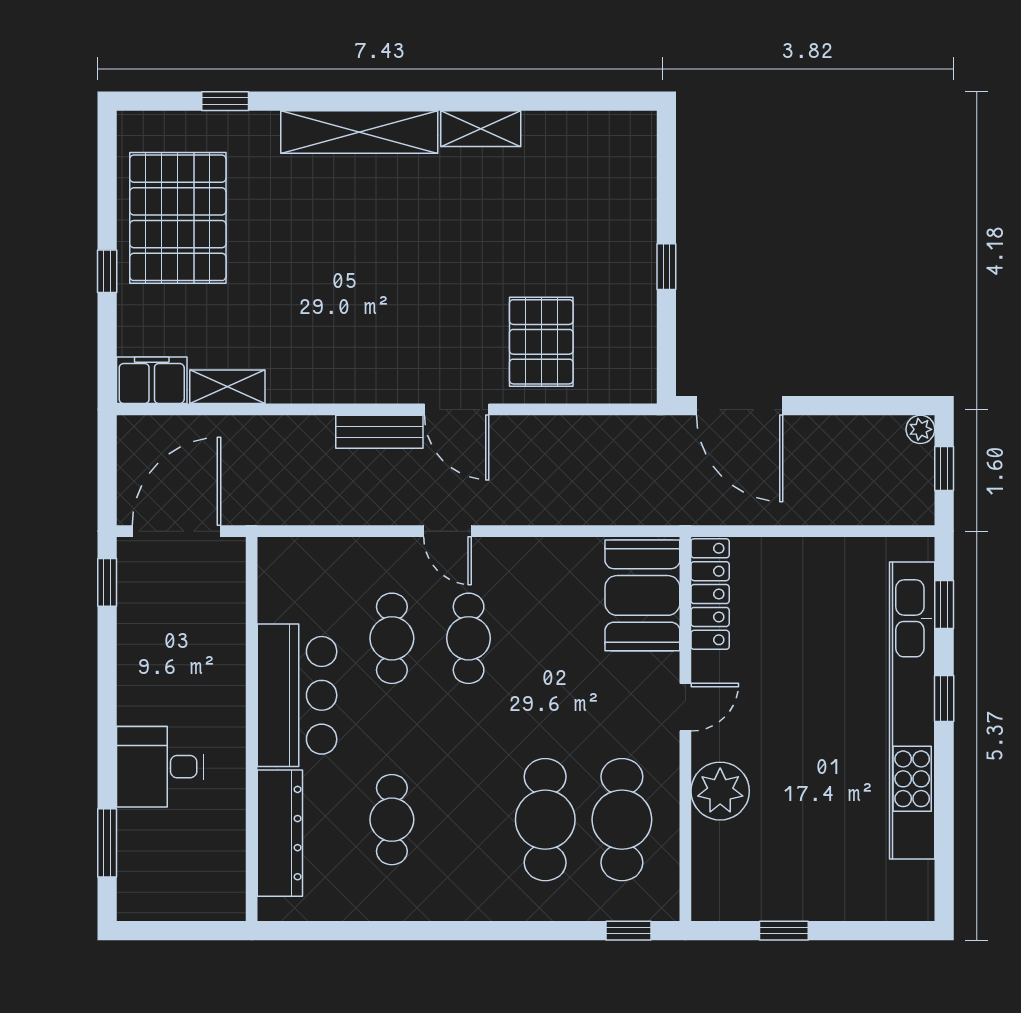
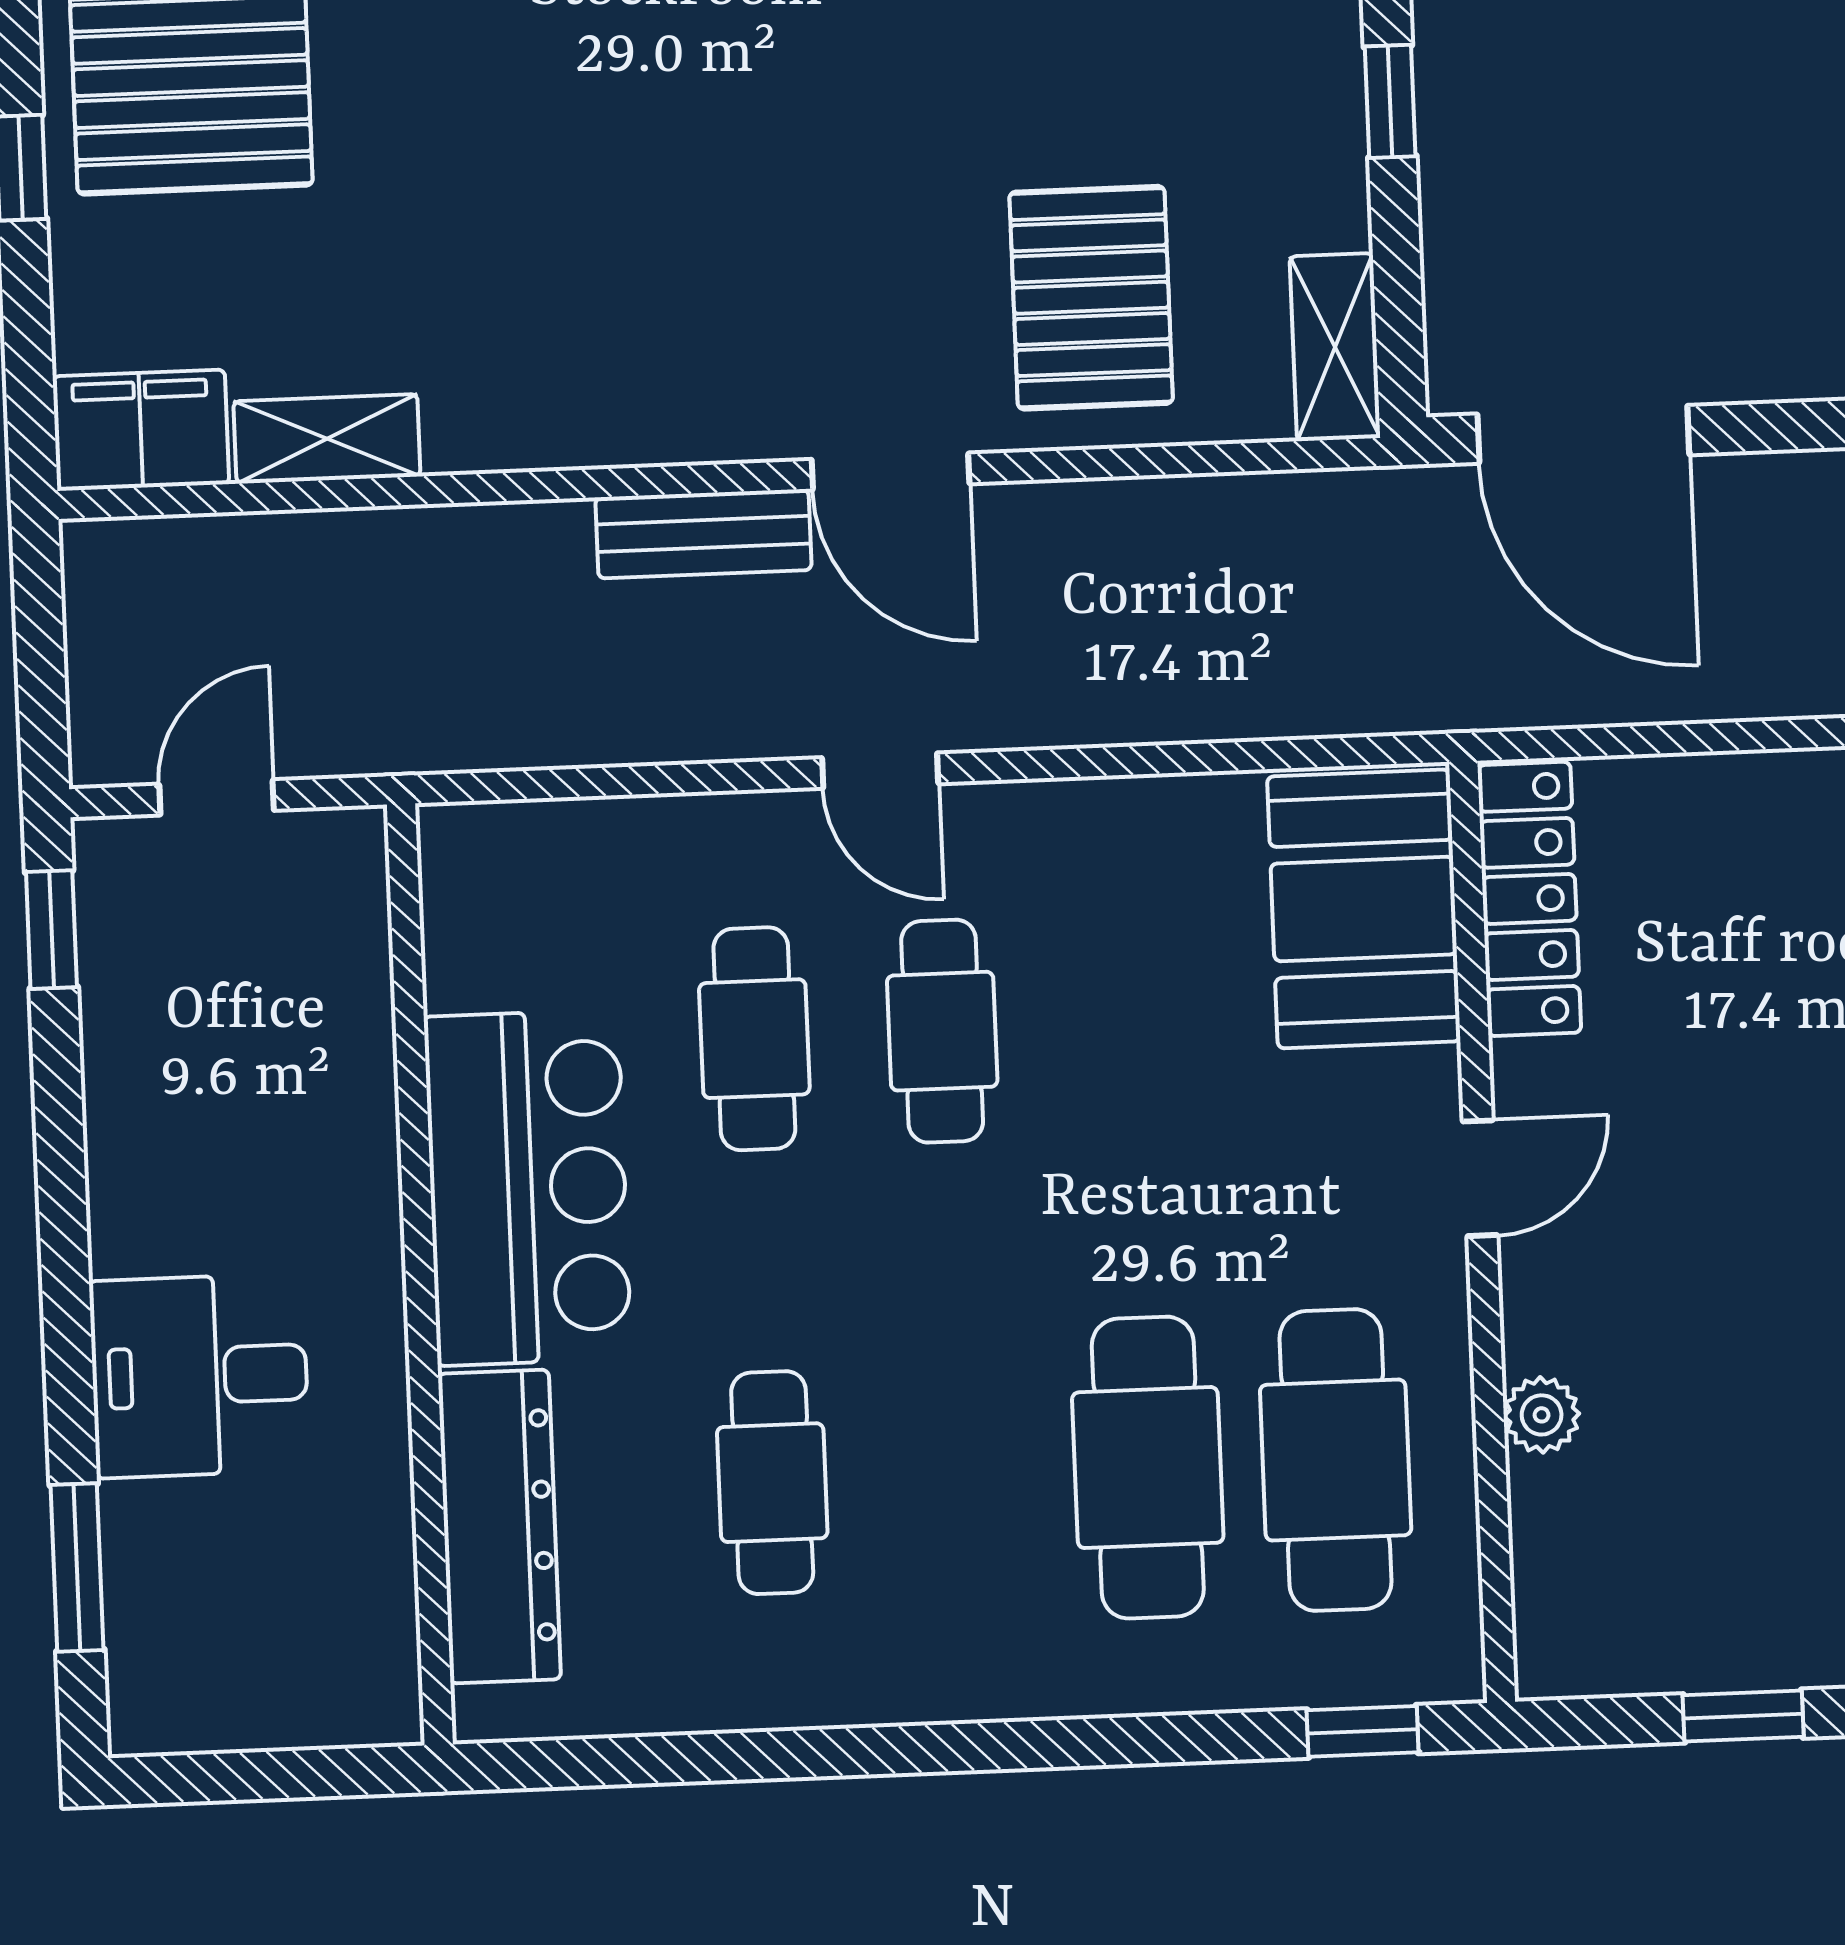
shelving: (640, 366) -> (1335, 347), added
door: (177, 531) -> (217, 797), width x0.53
plant: (720, 791) -> (1542, 1415), width x0.53, depth x0.53

